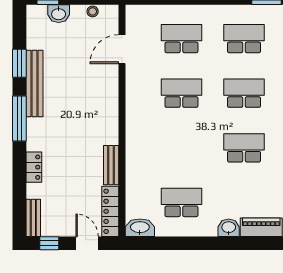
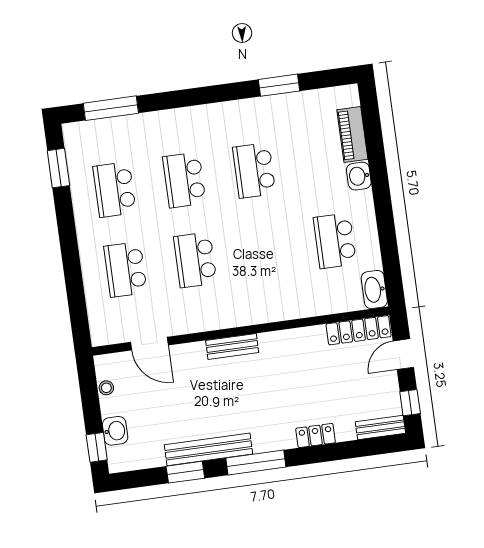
bench: (111, 165) -> (232, 346), moved

